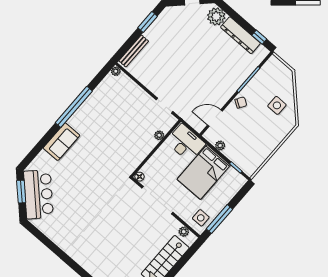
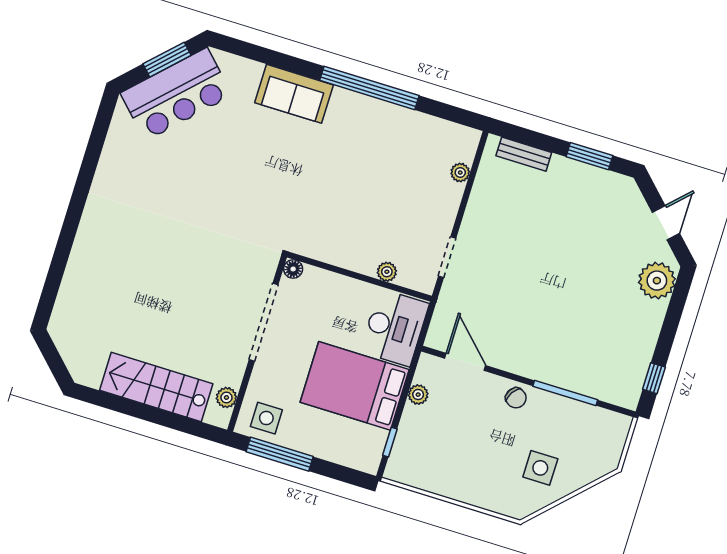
dresser: (240, 35) -> (642, 341), removed
bench: (134, 51) -> (524, 154), width x0.73
plant: (116, 71) -> (460, 173), moved

